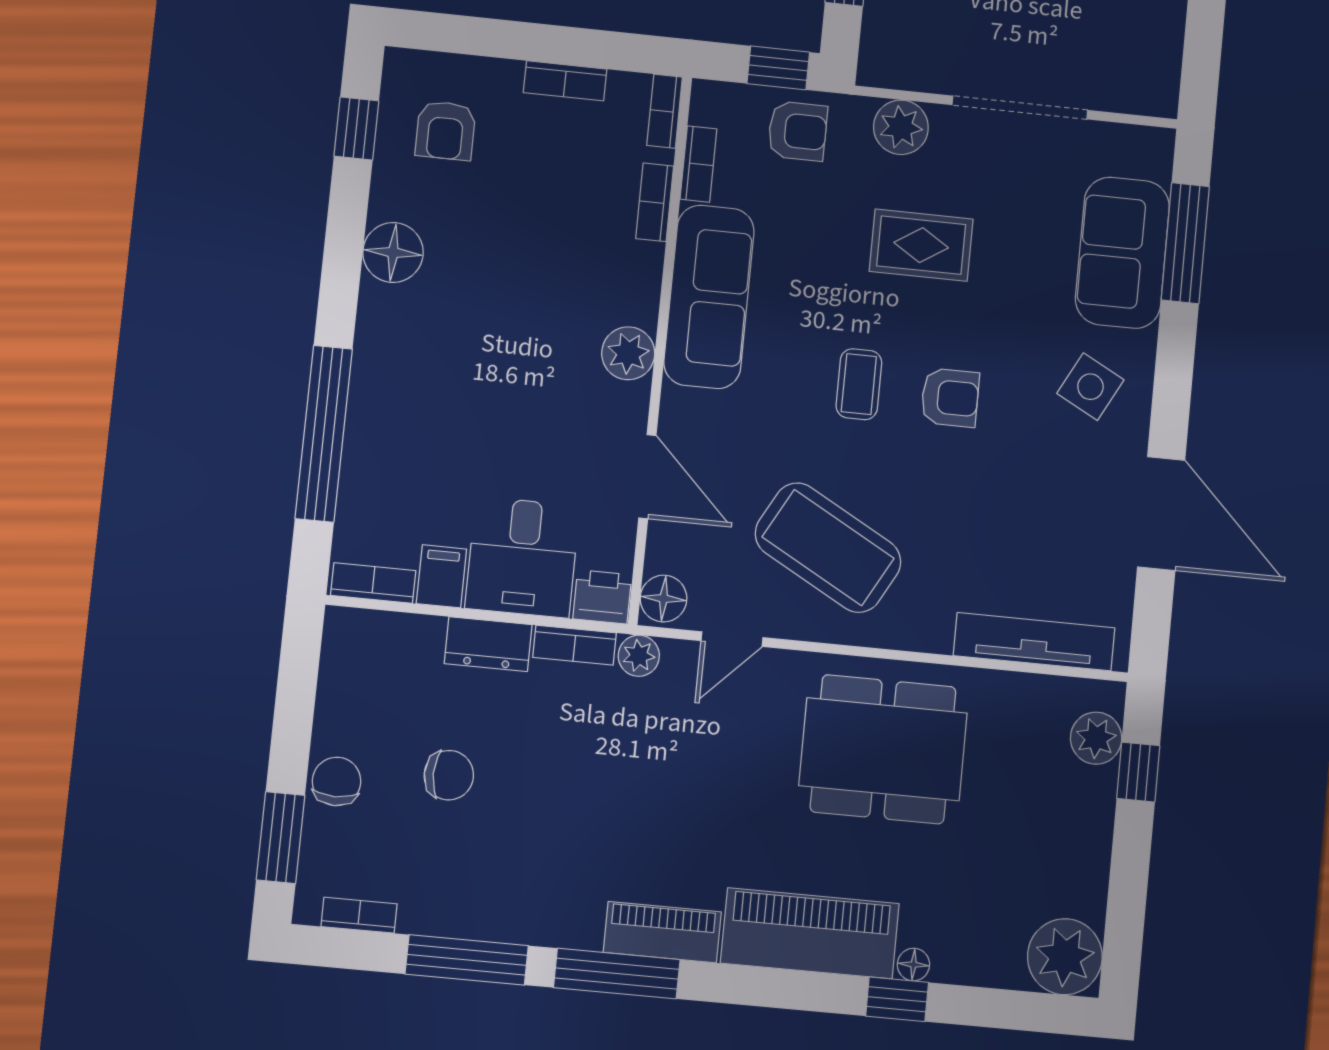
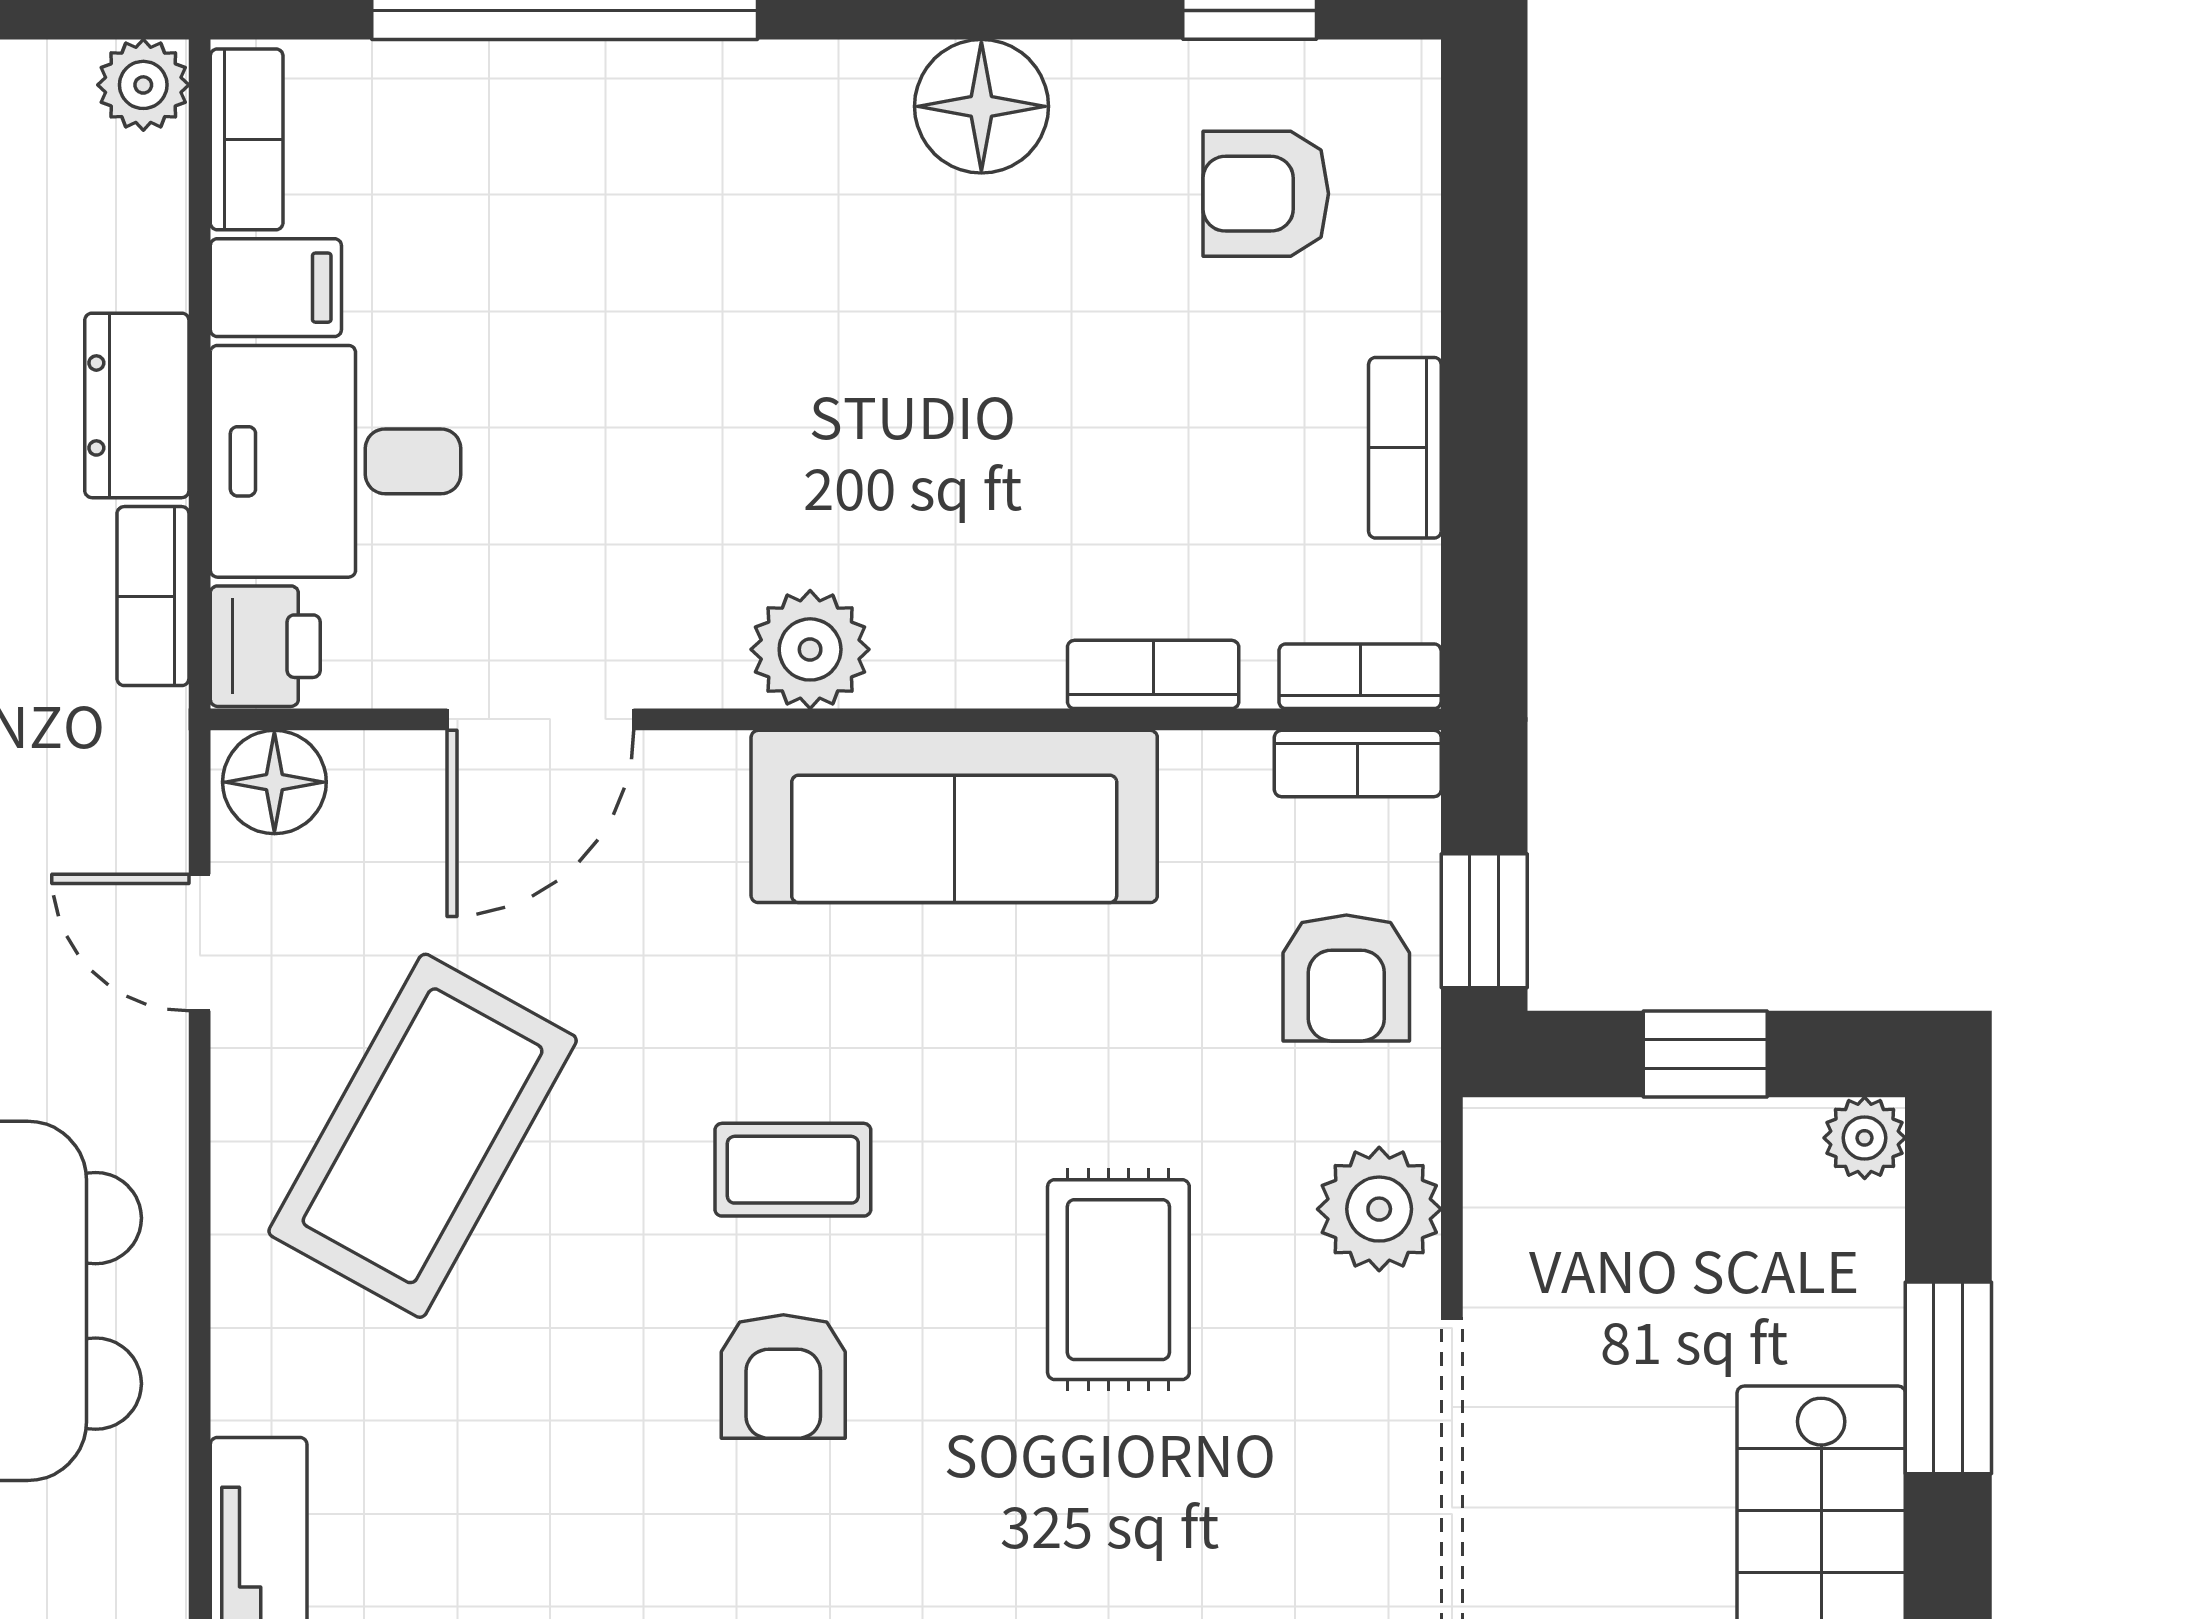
bookcase: (698, 164) -> (1358, 764), moved
plant: (639, 656) -> (143, 85), moved

